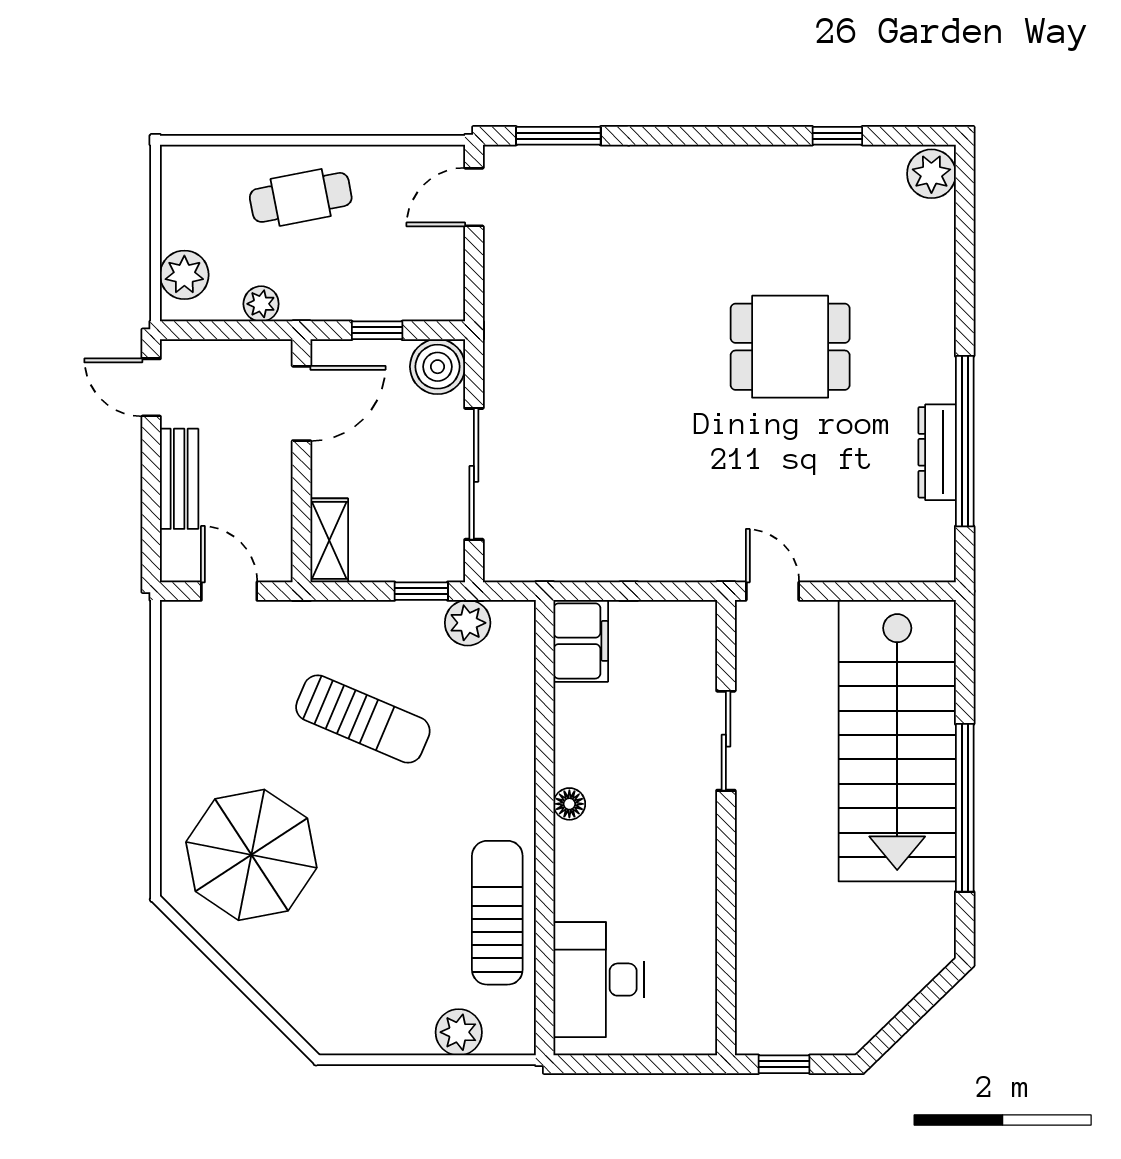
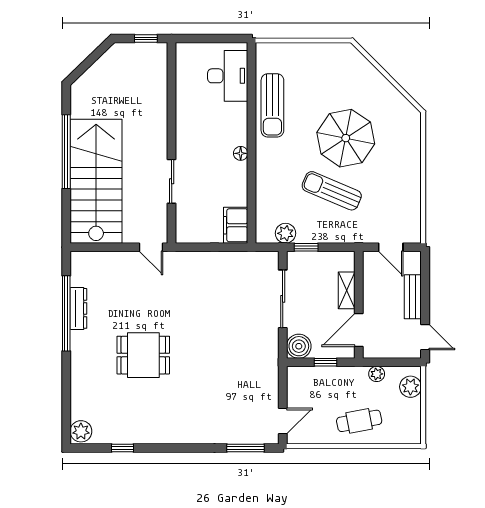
shelving: (329, 540) -> (347, 290), moved
parasol: (251, 855) -> (346, 138), moved
plant: (459, 1032) -> (289, 53), removed

